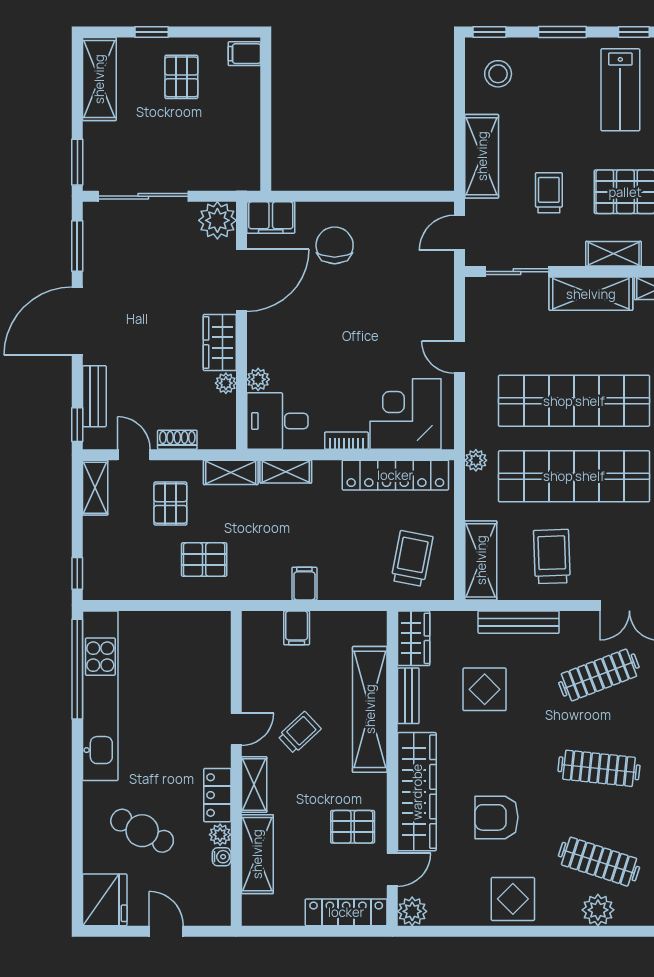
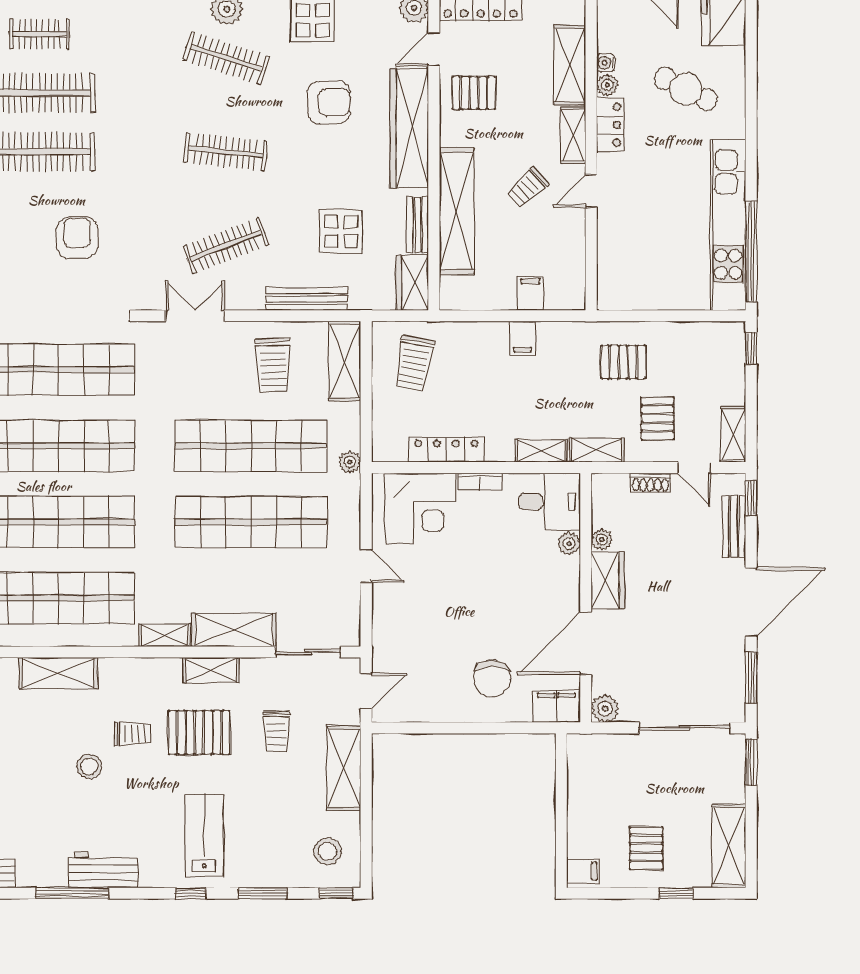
plant: (217, 220) -> (605, 709), width x0.73, depth x0.73
locker: (395, 475) -> (446, 450), width x0.71, depth x0.83

